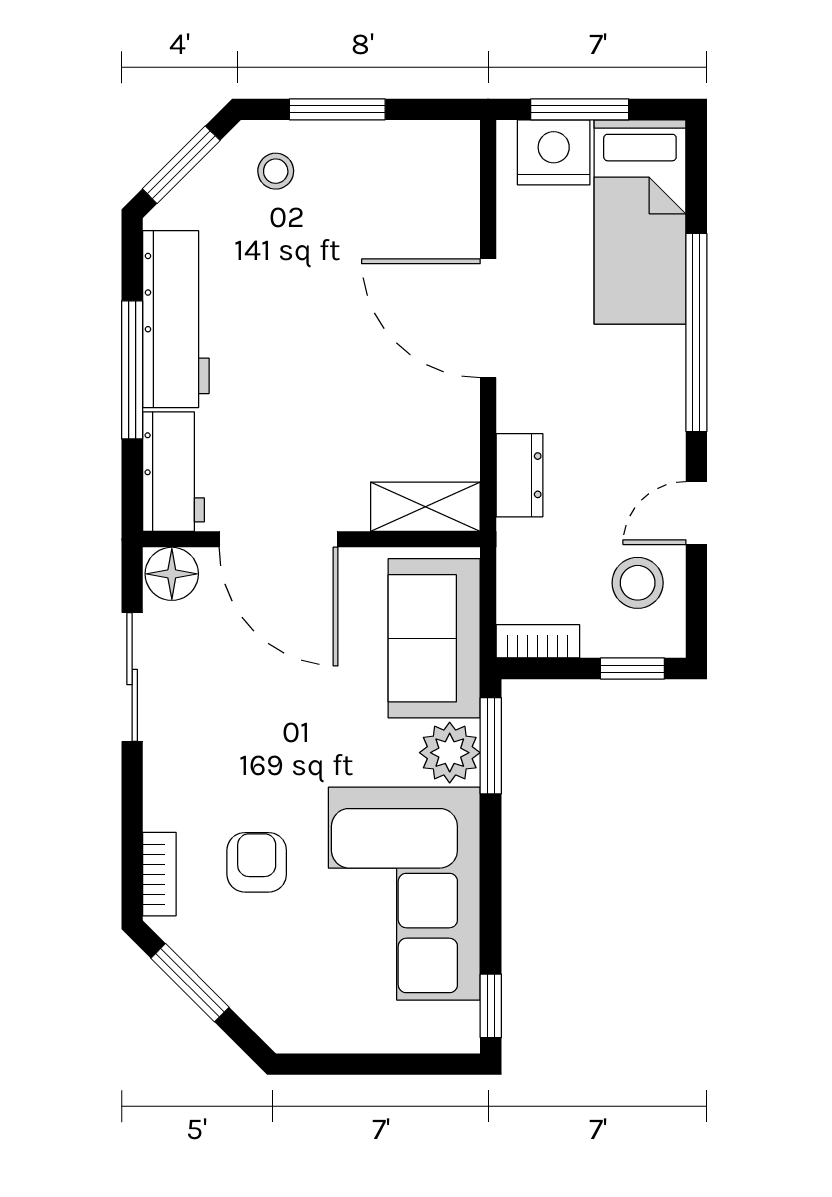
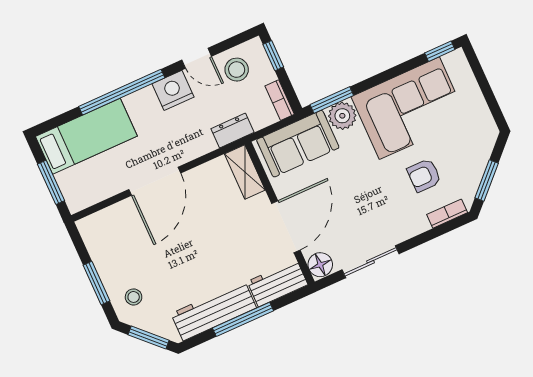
nightstand: (554, 152) -> (173, 90), moved, turned 90
dresser: (519, 475) -> (233, 131), moved

